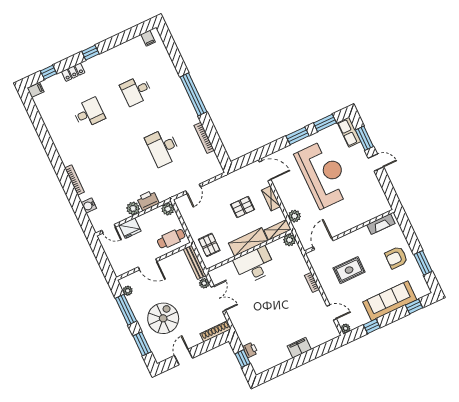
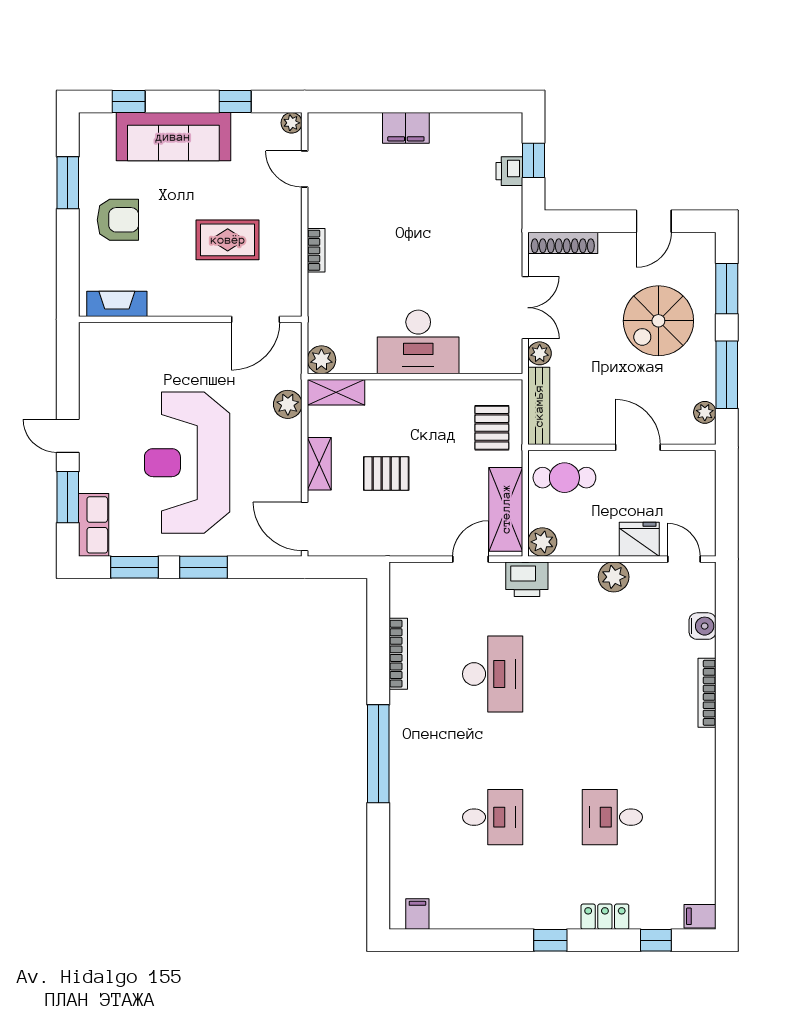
printer: (148, 200) -> (527, 579), moved
shelving: (248, 242) -> (506, 509), moved, turned 90
double door: (218, 299) -> (525, 308), swing flipped

